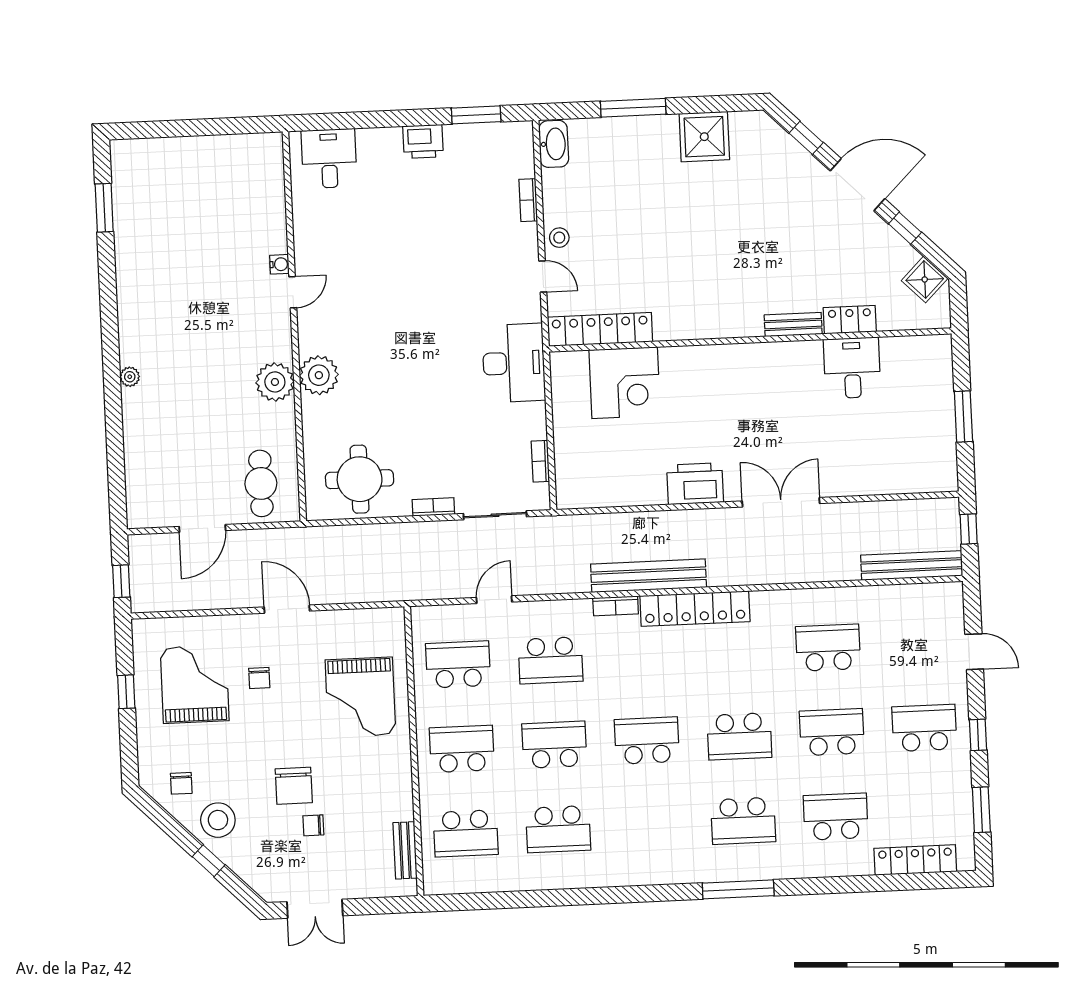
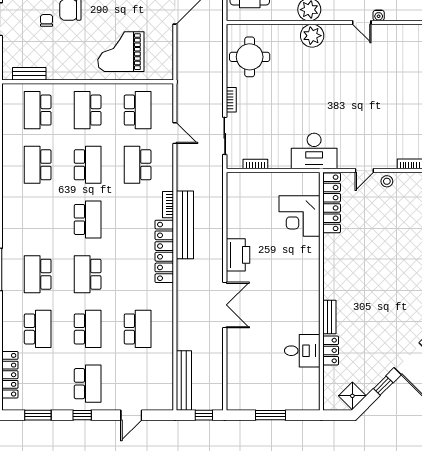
school desk: (462, 749) -> (88, 110), turned 180

